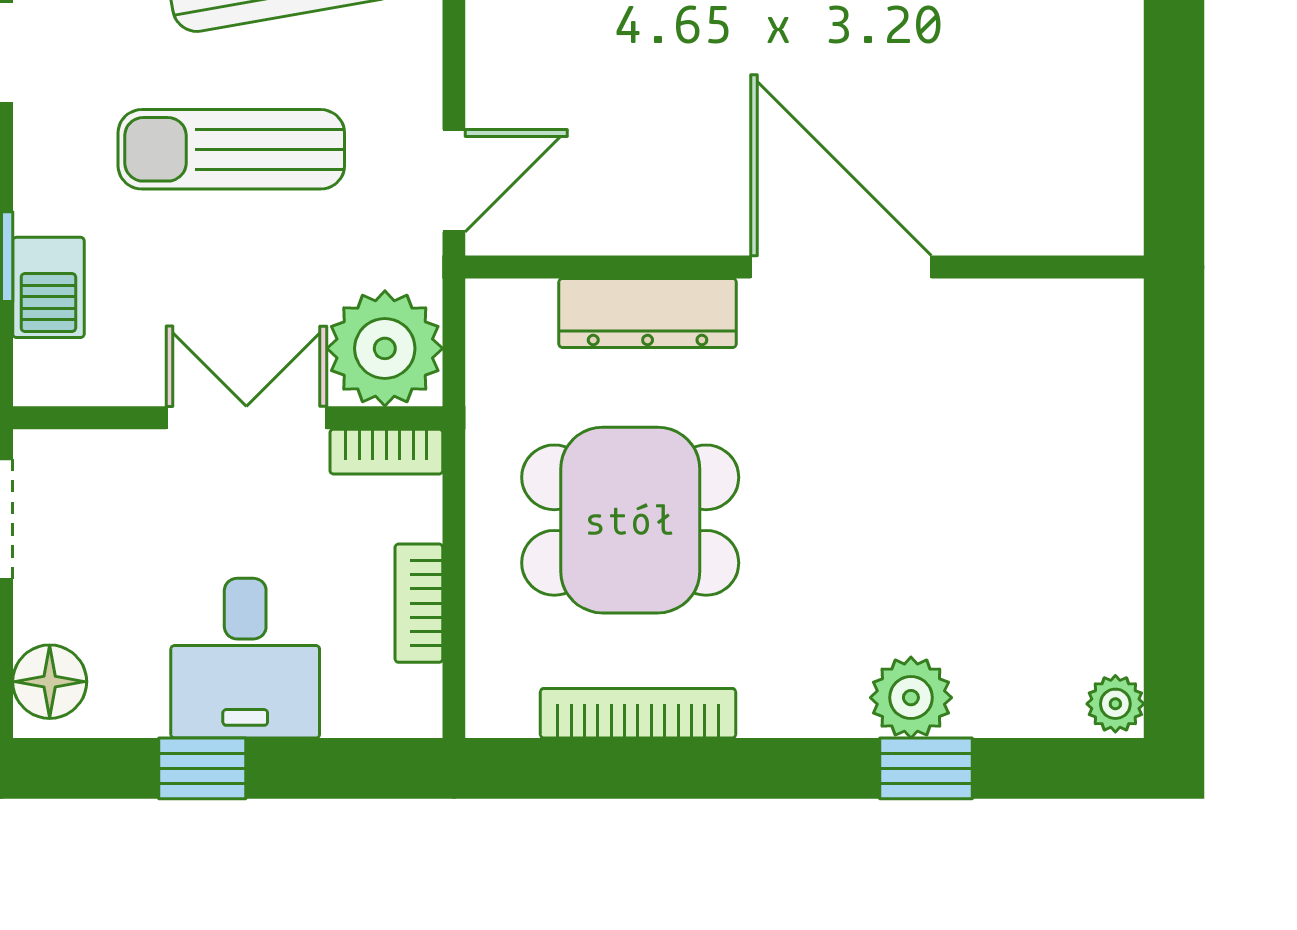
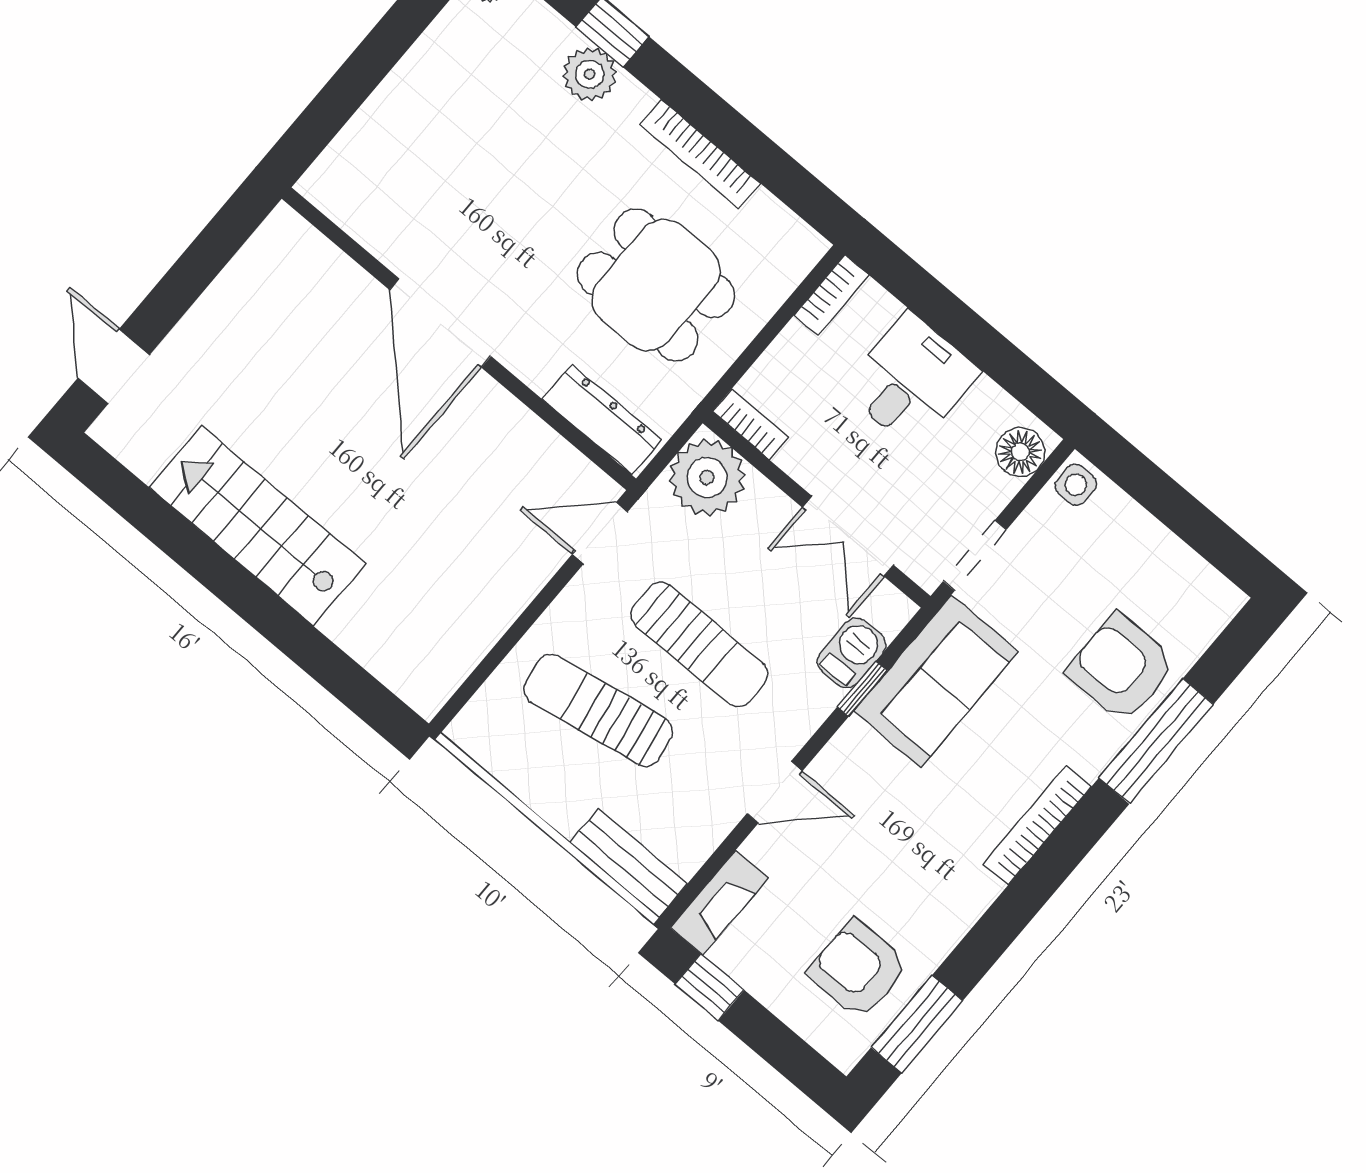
dresser: (648, 313) -> (602, 419), moved
double door: (246, 418) -> (848, 536), moved
bookcase: (419, 603) -> (832, 295), moved
bookcase: (638, 713) -> (700, 154), moved
window: (202, 768) -> (980, 342), removed

